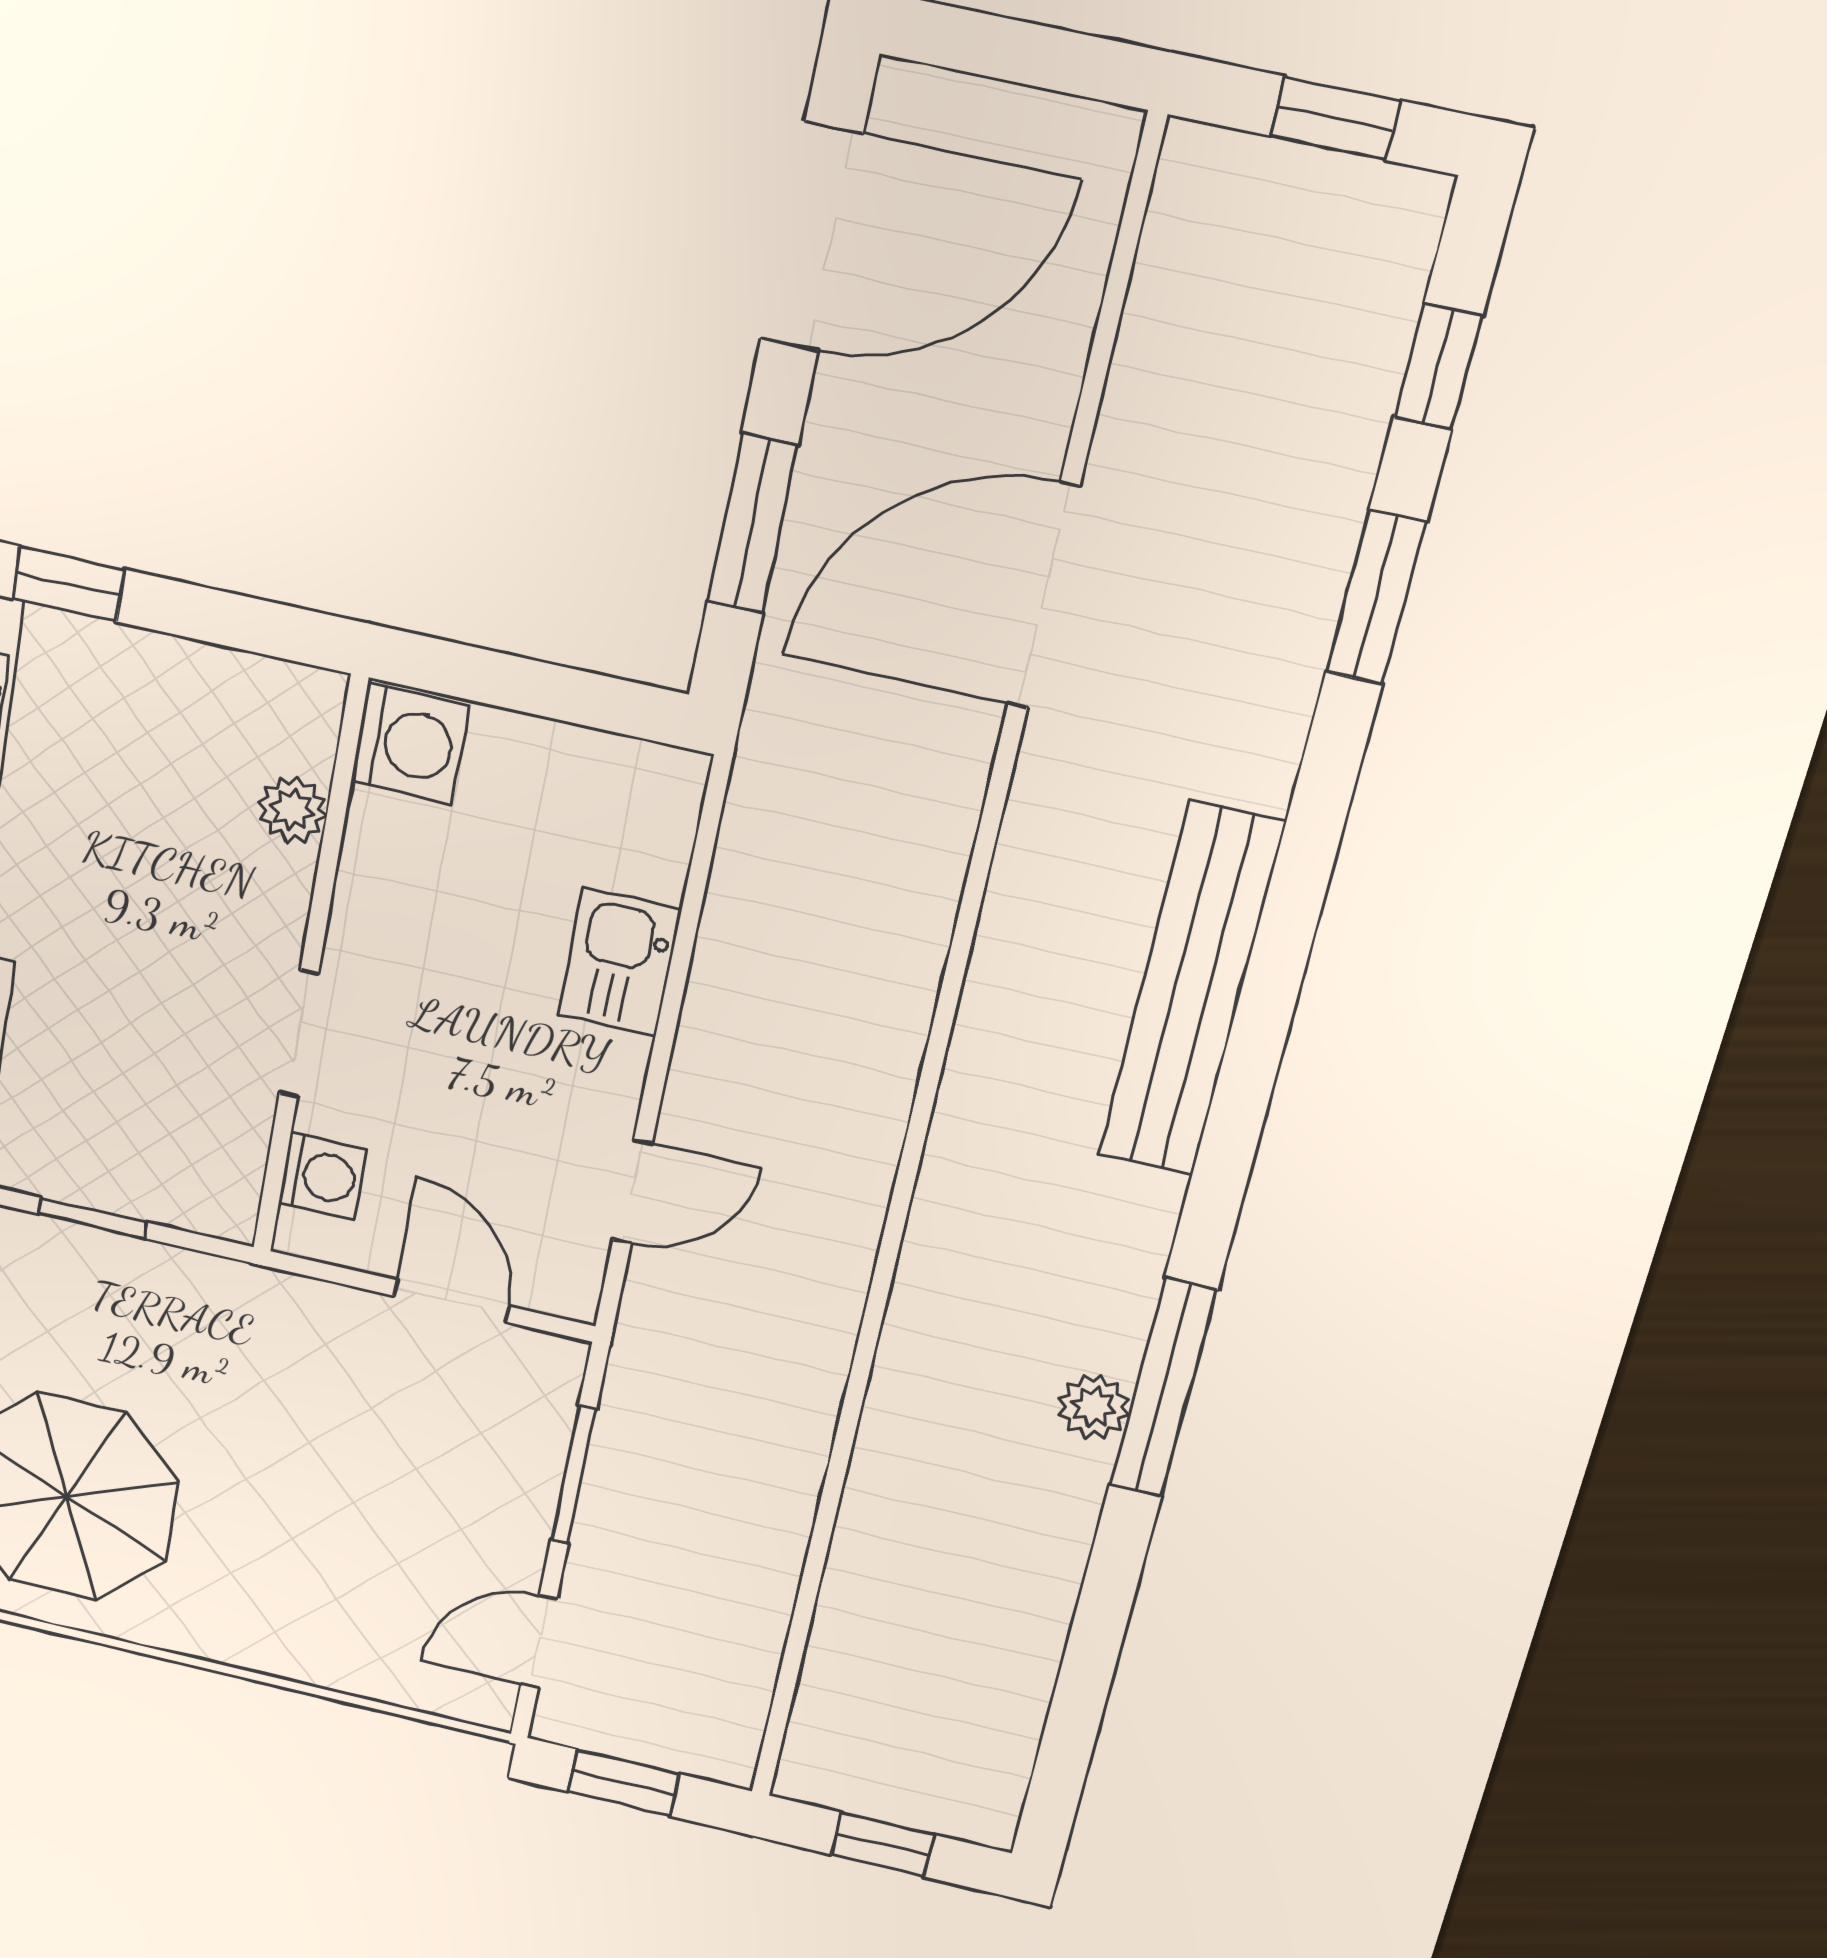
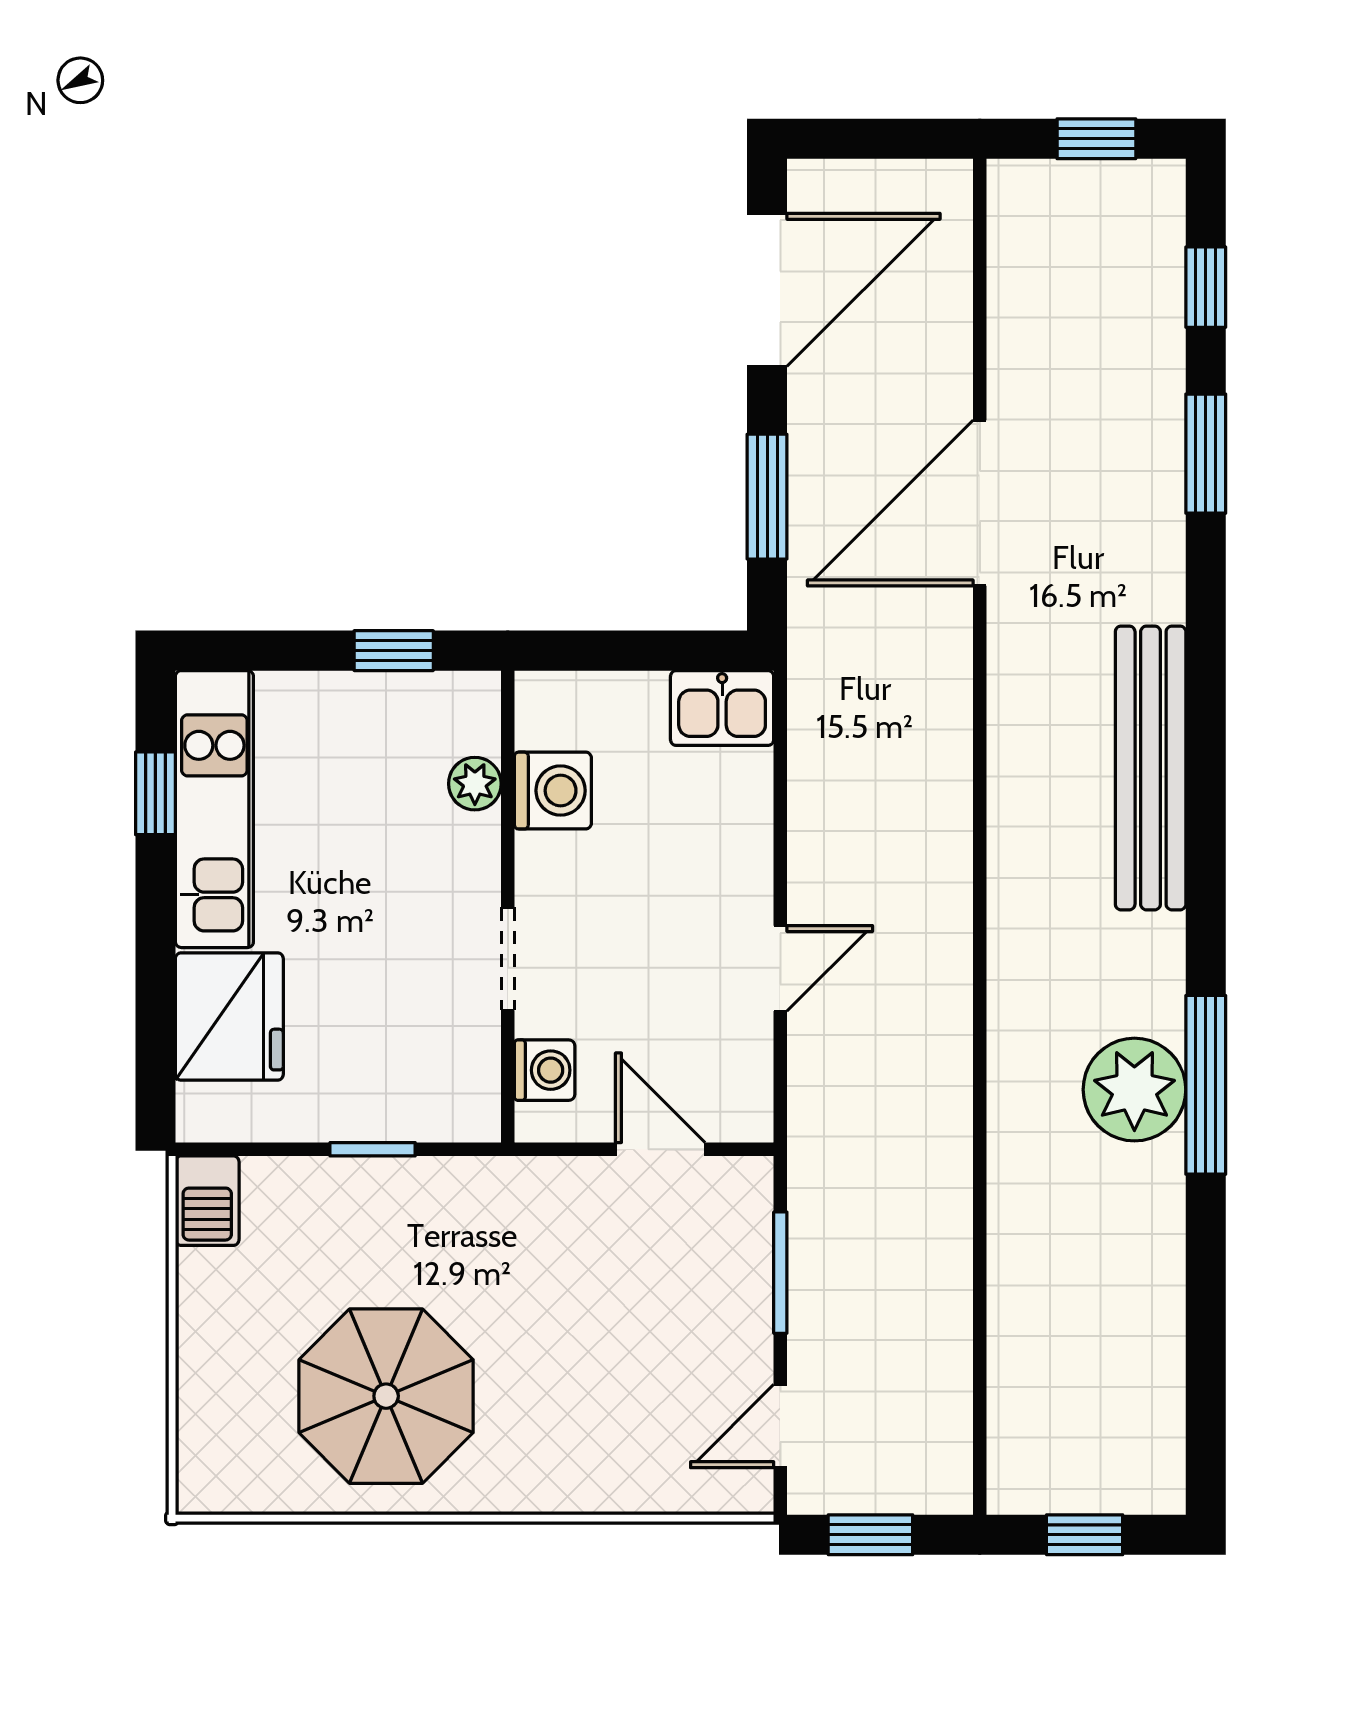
window: (68, 584) -> (394, 651), moved
washing machine: (410, 744) -> (553, 791), moved
kitchen sink: (620, 962) -> (722, 708), moved, turned -90
door: (632, 1191) -> (780, 968), moved
plant: (1093, 1407) -> (1134, 1090), width x1.88, depth x1.88

